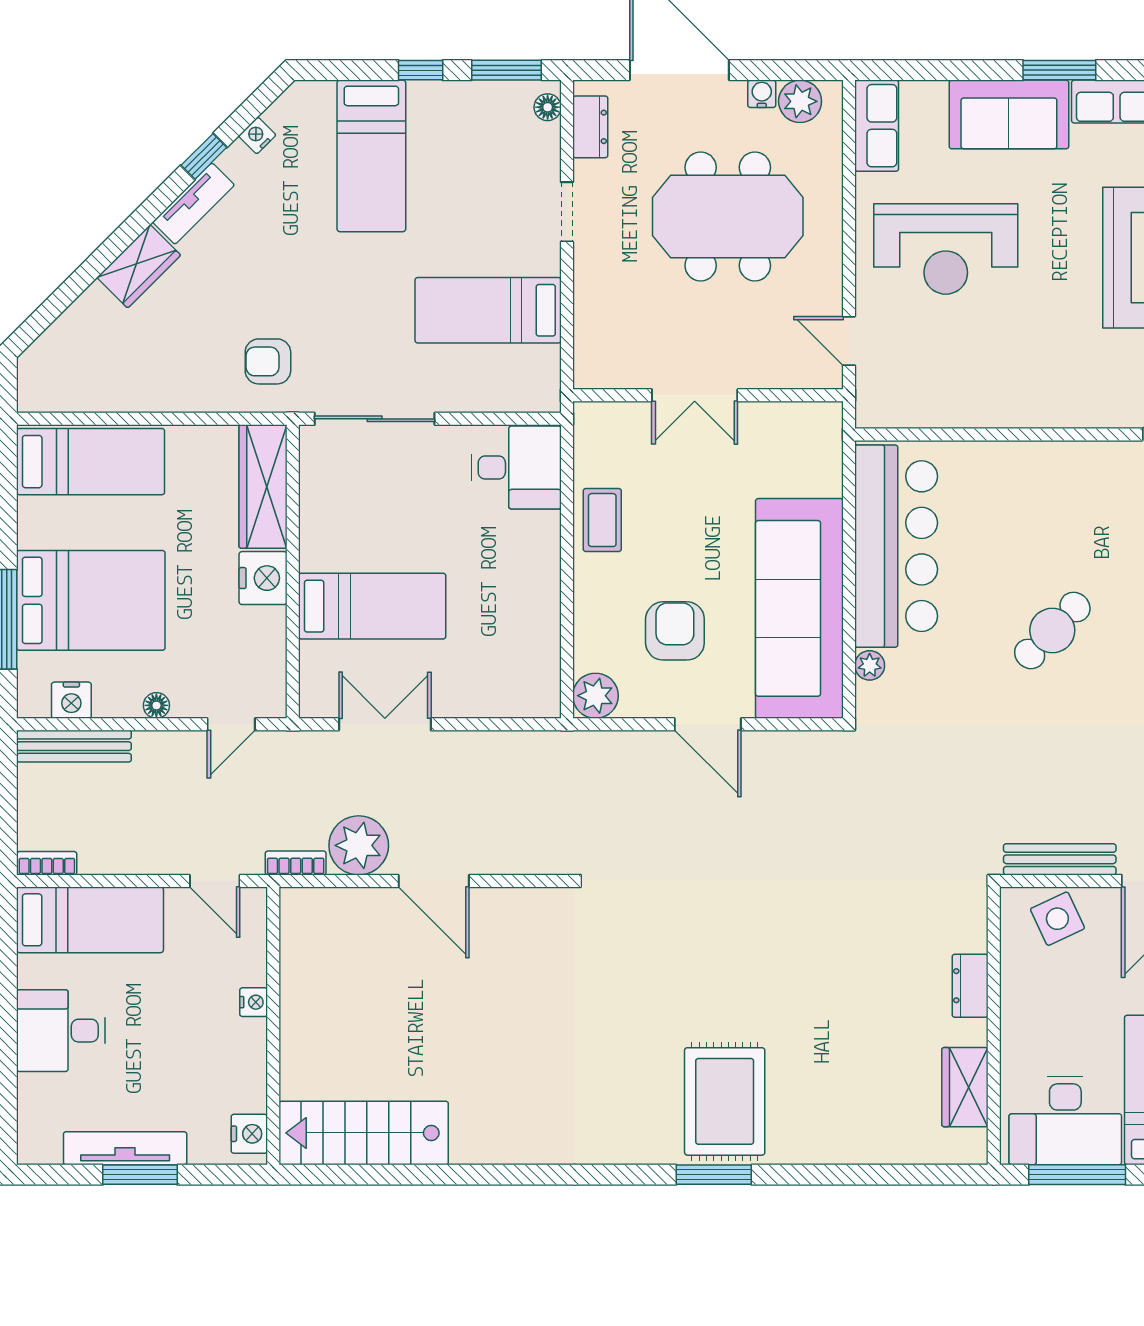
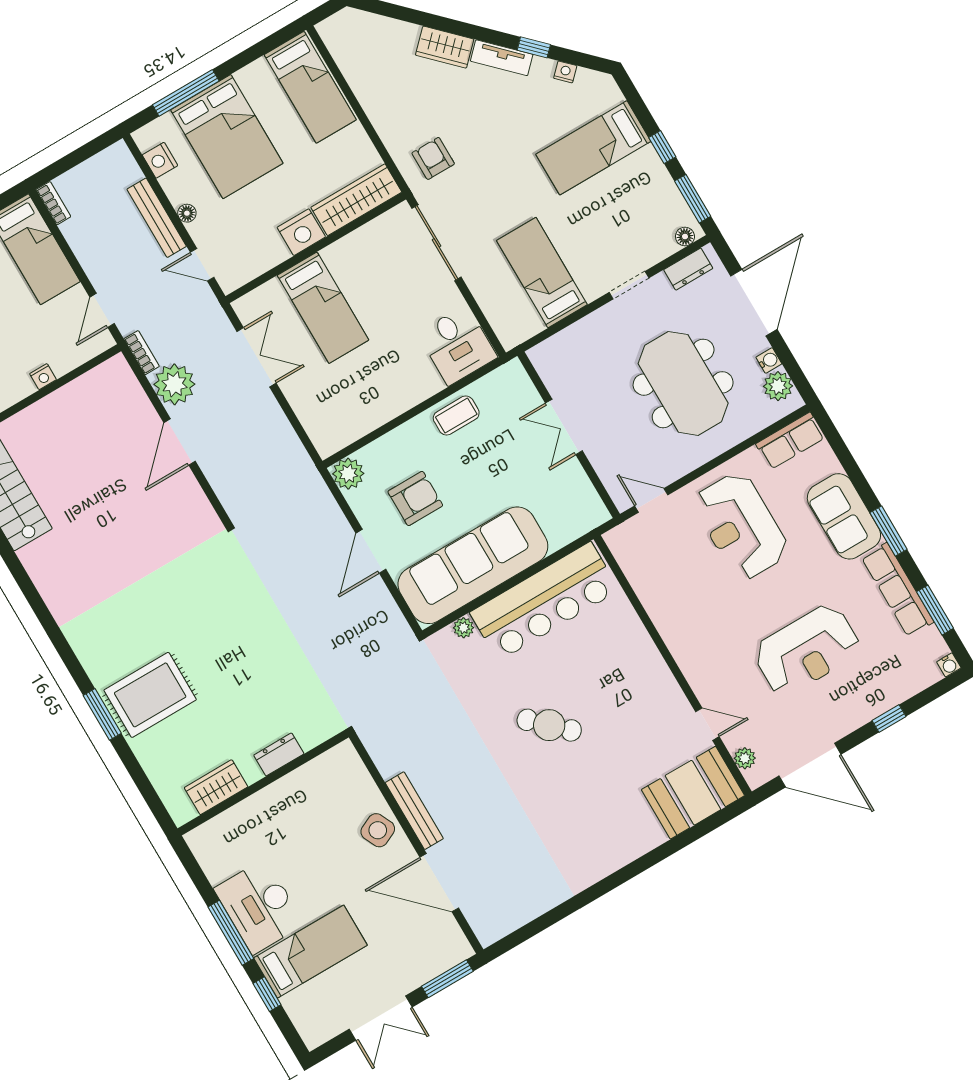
door: (849, 341) -> (651, 500), hinge flipped
bench: (74, 746) -> (157, 218), moved
dresser: (970, 986) -> (279, 754), moved
wall: (994, 1026) -> (263, 783), moved
wardrobe: (965, 1087) -> (216, 787), moved

